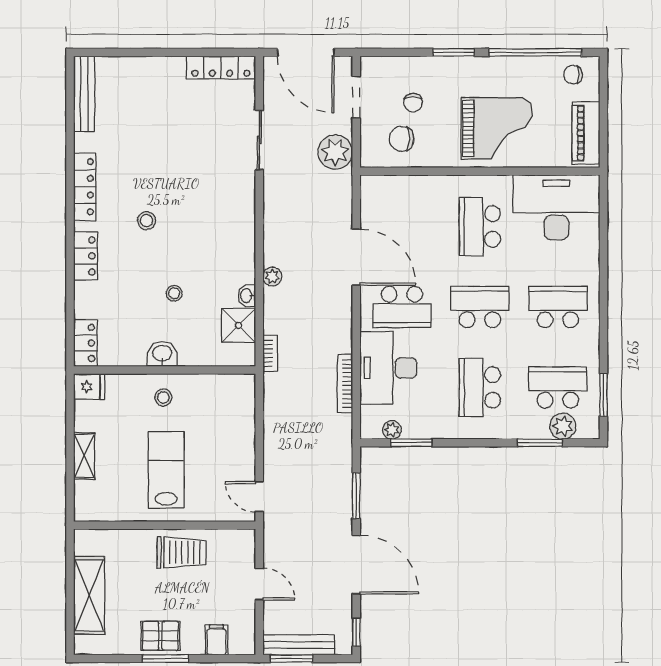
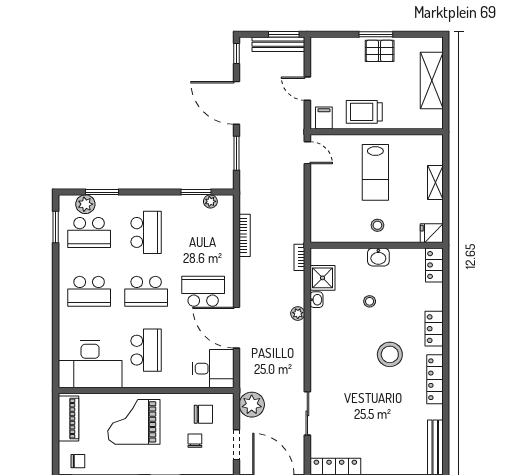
stool: (146, 221) -> (390, 354), width x1.89, depth x1.89
desk: (388, 368) -> (213, 369), moved, width x0.73
filing cabinet: (216, 640) -> (324, 118), moved, turned 180

